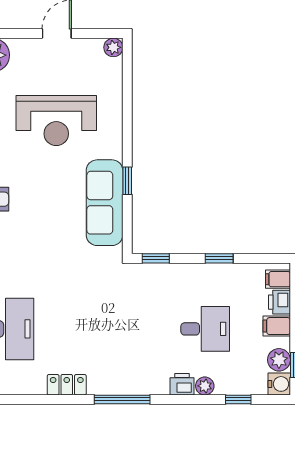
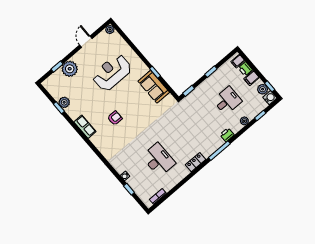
reception desk: (56, 120) -> (112, 72), turned 180
sofa: (105, 203) -> (154, 87), width x0.73
printer: (182, 384) -> (227, 135), moved

